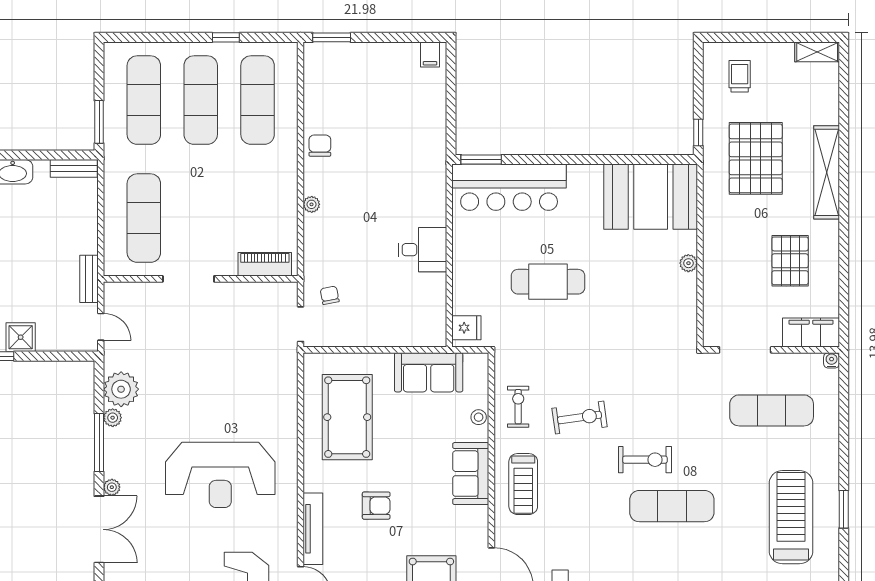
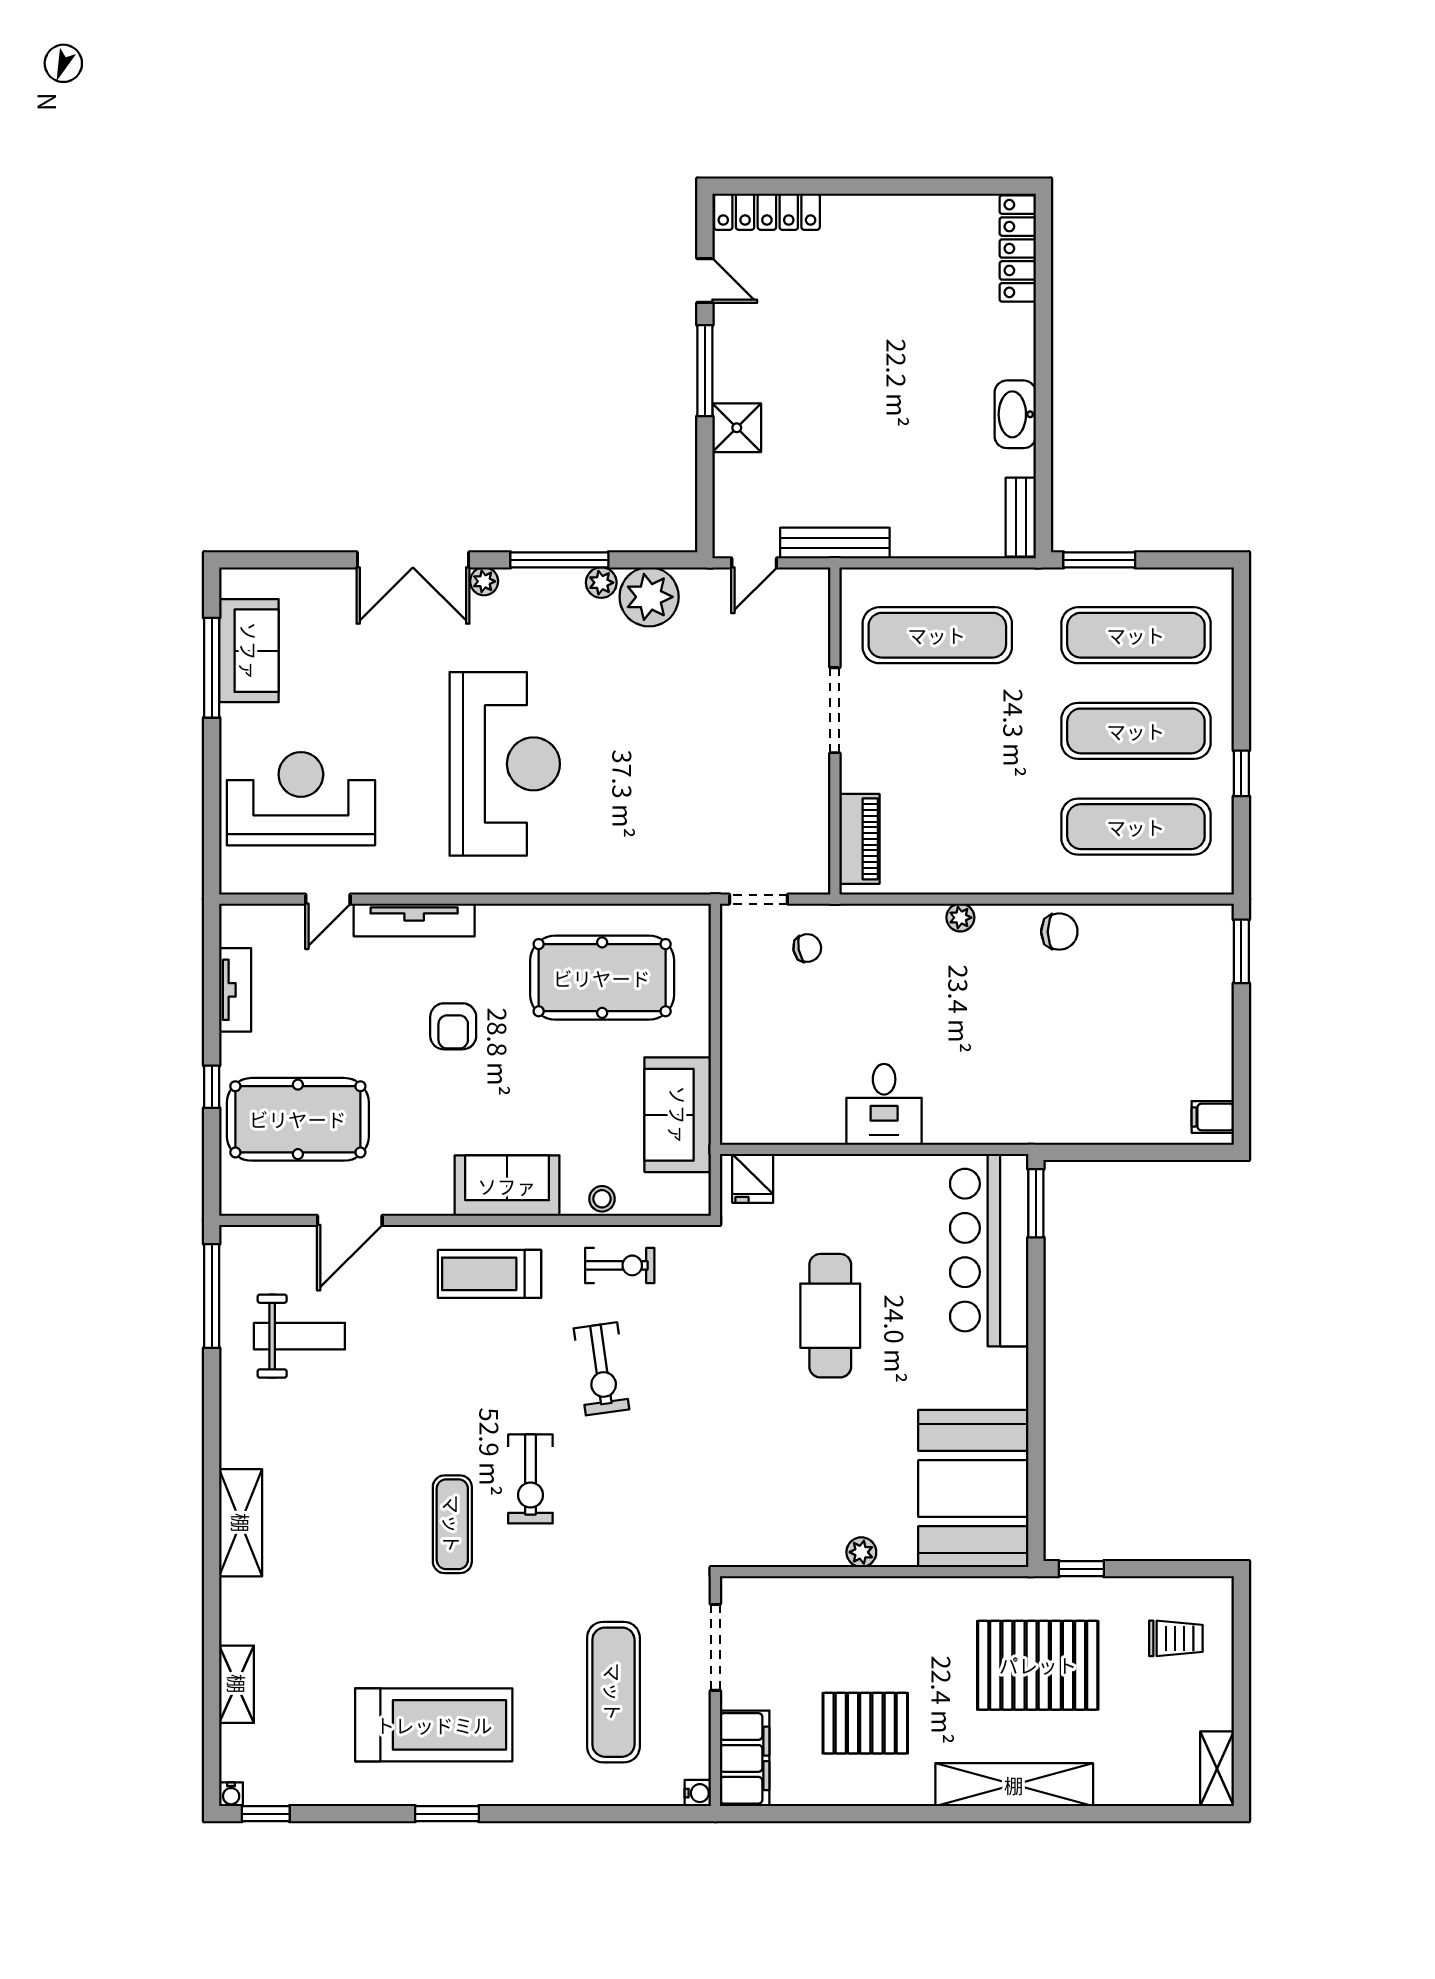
bench: (89, 279) -> (835, 543), width x1.36
reception desk: (220, 475) -> (505, 764), turned 180
exercise mat: (672, 506) -> (452, 1524), width x0.73, depth x0.69

